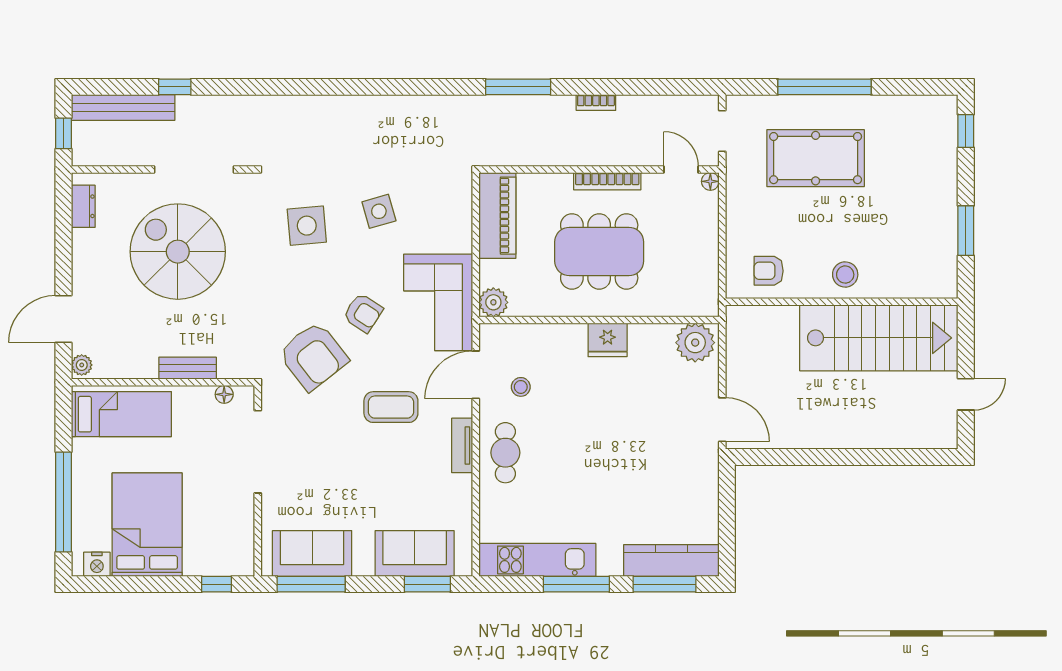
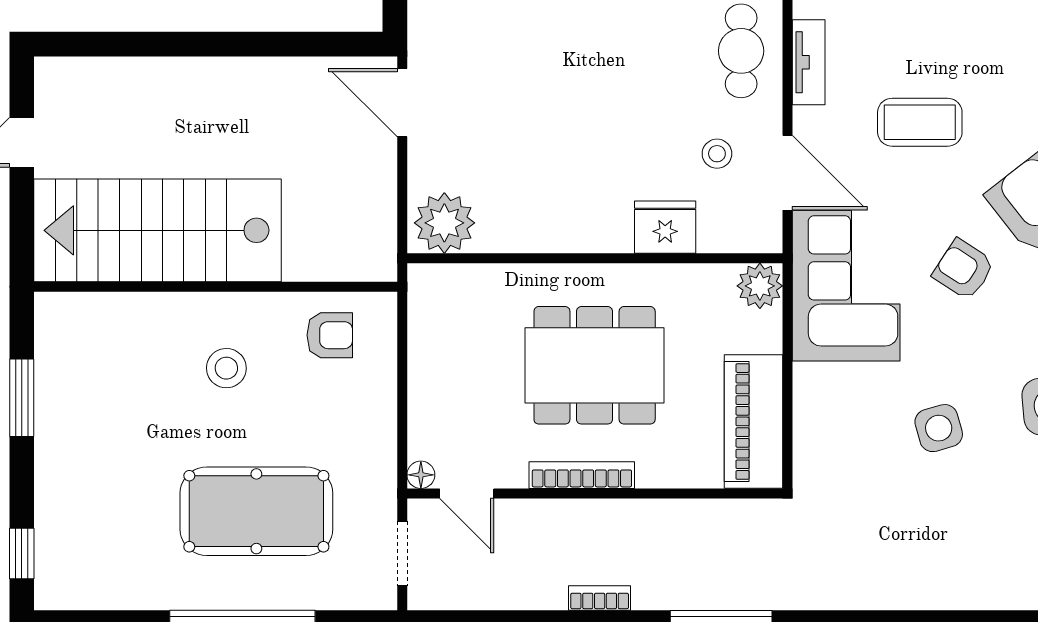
stool: (845, 275) -> (226, 368), moved
fridge: (608, 340) -> (665, 227), moved
door: (476, 375) -> (787, 173), hinge flipped

